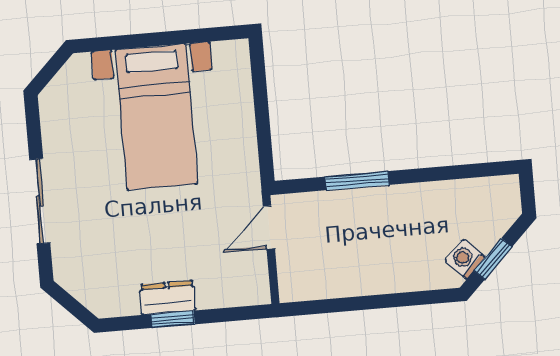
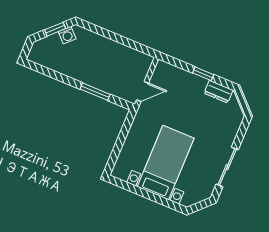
sliding door: (40, 201) -> (227, 167), moved
dresser: (168, 298) -> (218, 92), moved

